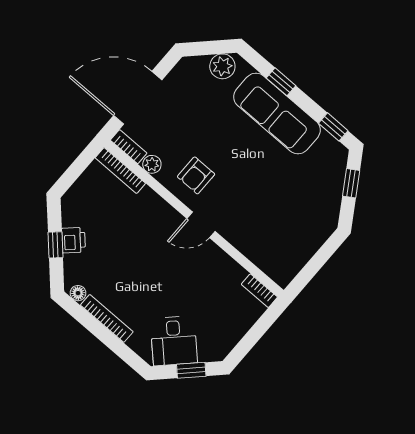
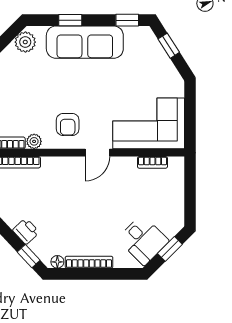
corner sofa: (271, 238) -> (149, 123), added
window: (55, 245) -> (29, 256), moved
bookcase: (259, 291) -> (152, 162), moved

